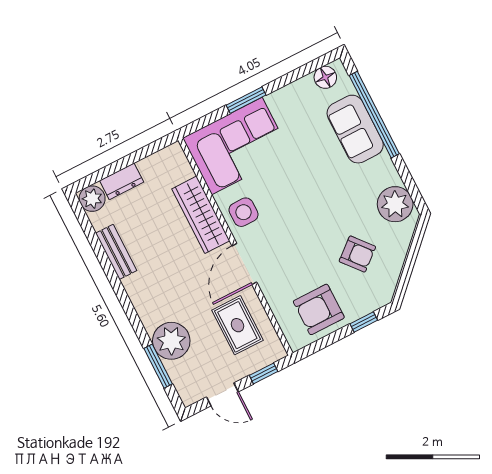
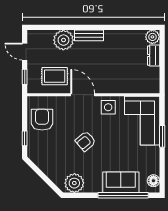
wardrobe: (201, 215) -> (118, 86), removed
bench: (116, 252) -> (89, 35), moved
armchair: (357, 254) -> (86, 141), moved
window: (158, 366) -> (54, 27), removed
door: (222, 394) -> (25, 52), hinge flipped

